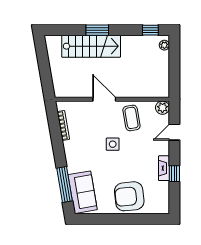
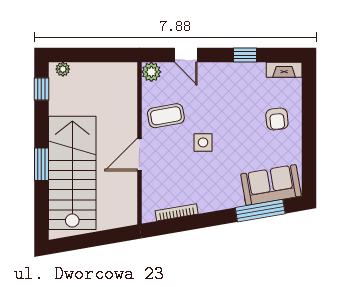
stairs: (91, 46) -> (72, 173), width x1.36, depth x1.51
fireplace: (164, 168) -> (284, 70), moved
armchair: (129, 196) -> (277, 119), width x0.53, depth x0.53

